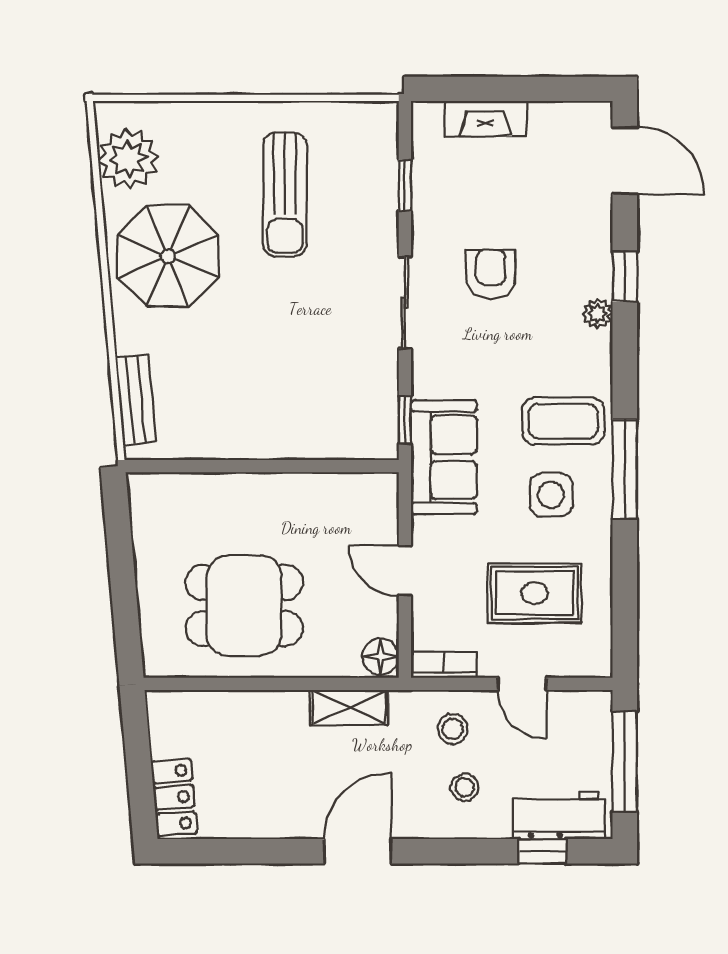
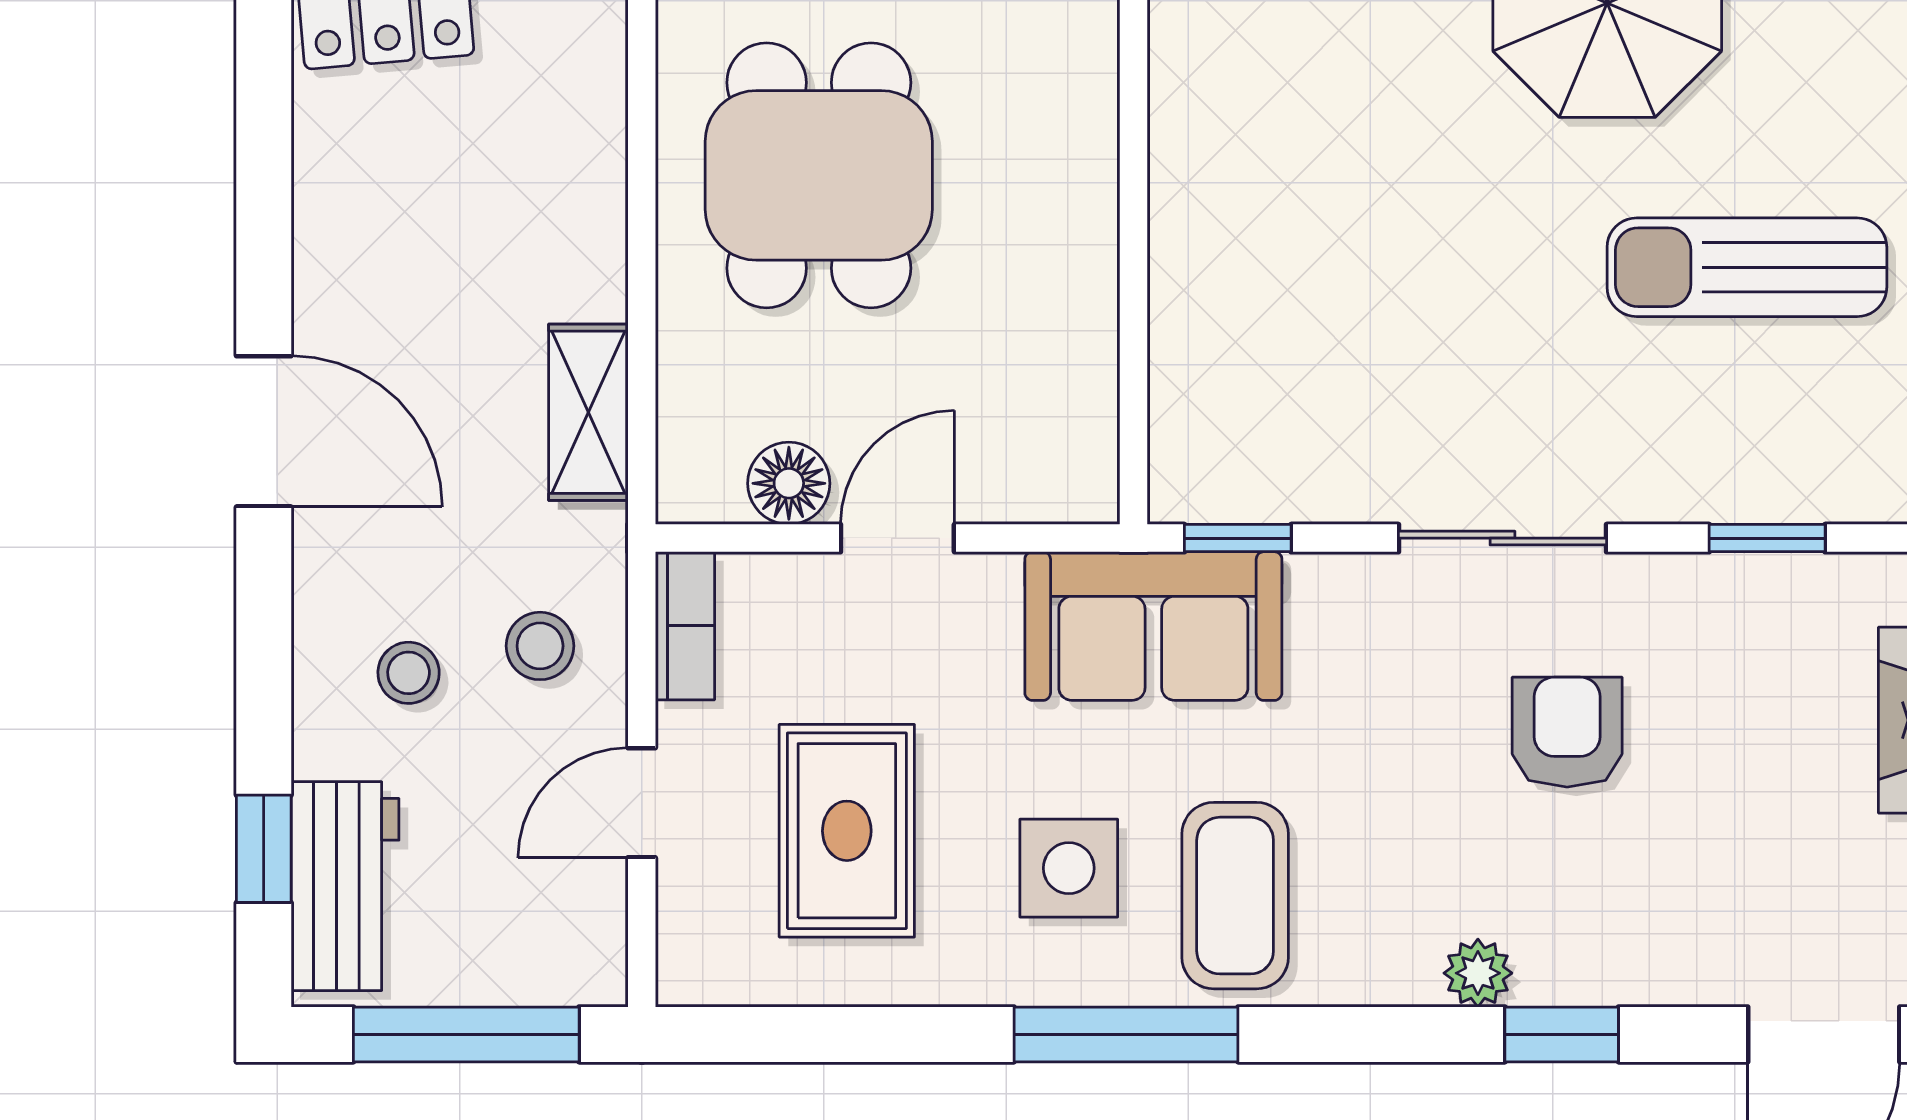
armchair: (491, 274) -> (1567, 732), turned -90
floor lamp: (381, 657) -> (789, 483), moved

